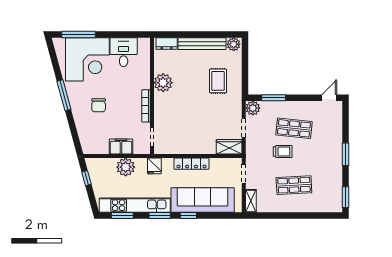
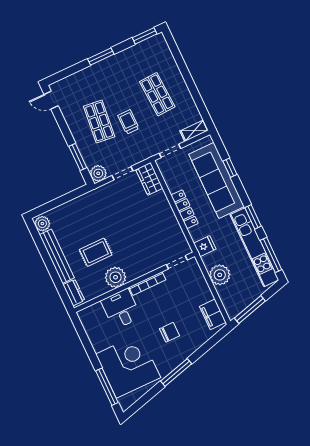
desk: (124, 52) -> (121, 309), moved, turned 90
rug: (218, 81) -> (96, 252), moved
filing cabinet: (121, 147) -> (213, 314), moved
window: (86, 178) -> (250, 310), width x2.17
window: (122, 216) -> (271, 255), width x1.44
window: (188, 216) -> (230, 168), moved

